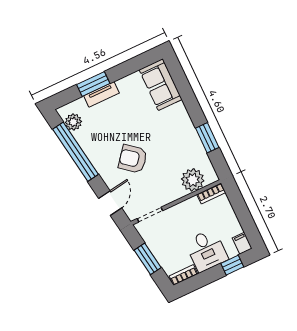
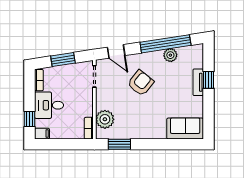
window: (93, 84) -> (209, 80), width x0.67
plant: (73, 122) -> (170, 55), moved
window: (207, 138) -> (119, 144), moved

